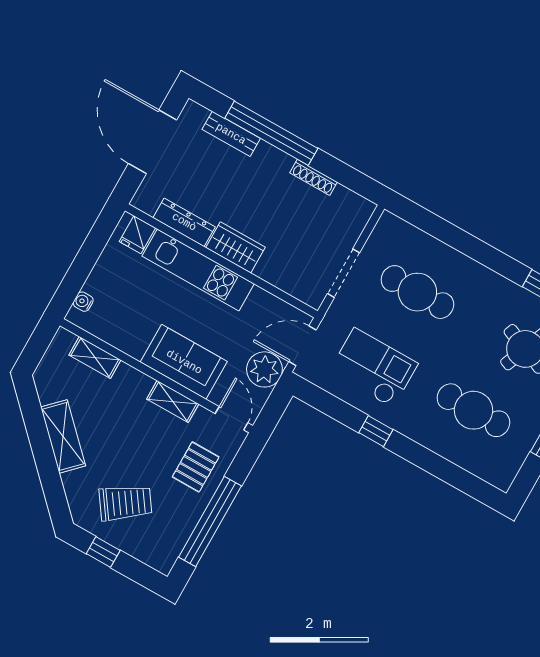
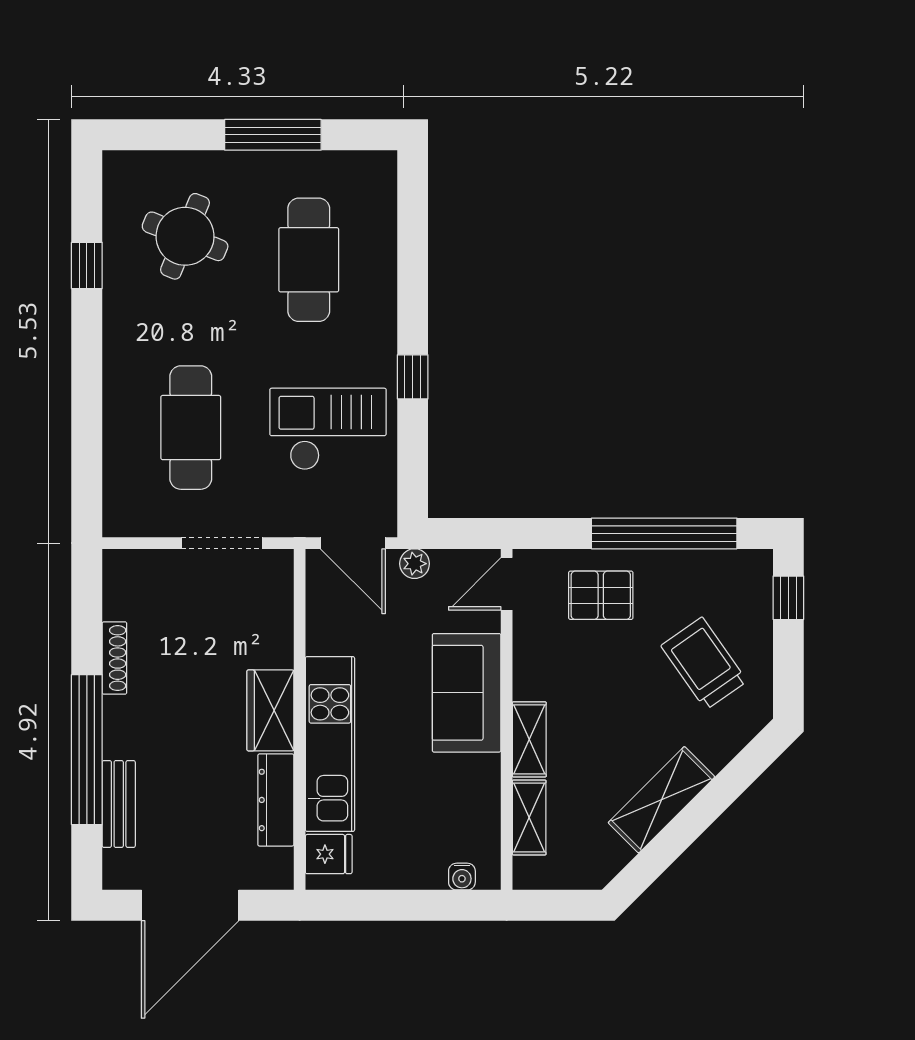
checkout: (373, 368) -> (328, 429), turned 90
plant: (264, 369) -> (415, 564), width x0.53, depth x0.53
shelving: (173, 402) -> (529, 739), moved
window: (103, 552) -> (788, 598), moved

